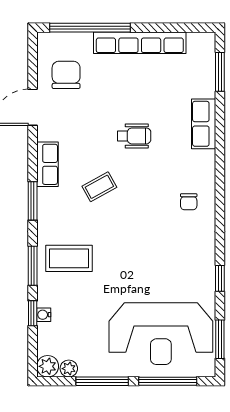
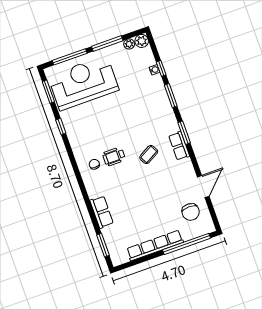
wheelchair: (134, 136) -> (114, 157), moved
row of seats: (47, 164) -> (179, 146), moved
coffee table: (69, 258) -> (151, 107), removed

